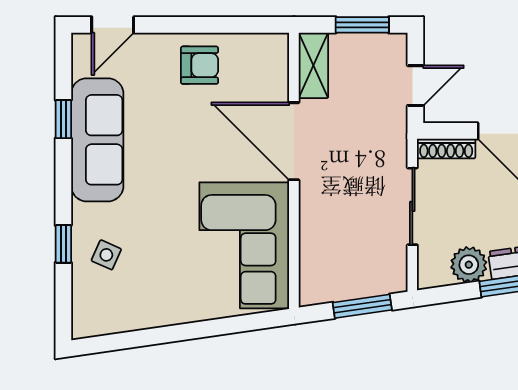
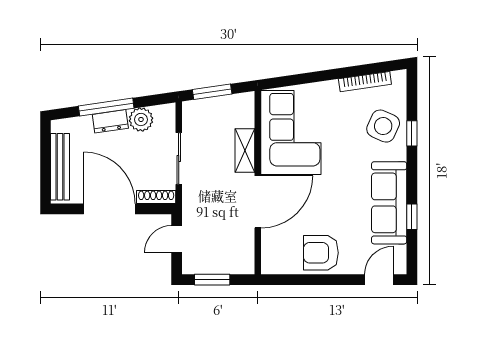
armchair: (200, 65) -> (321, 253), width x1.38, depth x1.38
shelving: (313, 65) -> (245, 151), moved
door: (294, 141) -> (258, 202), hinge flipped
side table: (106, 255) -> (383, 126), width x1.87, depth x1.87
bookcase: (134, 321) -> (365, 82), added

